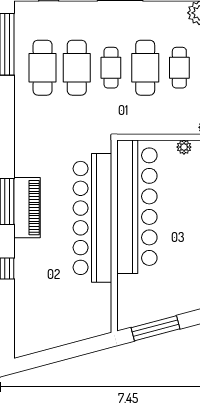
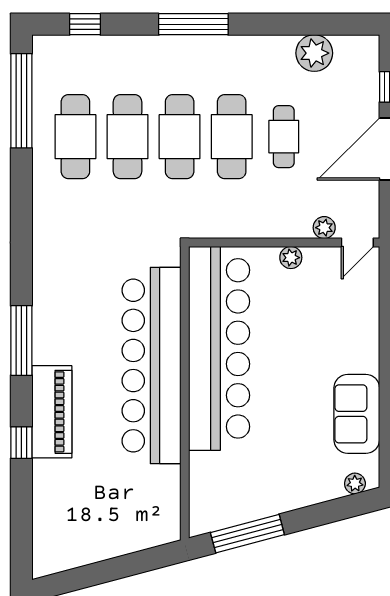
cafe table: (111, 68) -> (180, 137), width x1.37, depth x1.35
piano: (27, 208) -> (52, 412), moved

